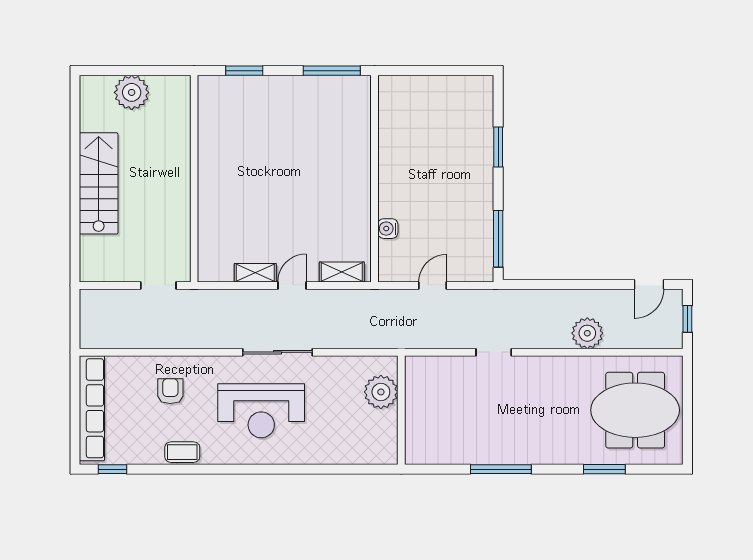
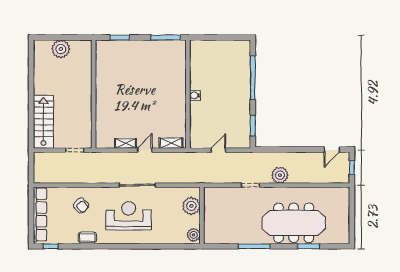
window: (498, 147) -> (253, 78), width x2.11
stairs: (99, 183) -> (43, 122), moved
water cooler: (388, 229) -> (195, 95), moved
window: (498, 239) -> (253, 126), width x0.69
plant: (587, 333) -> (280, 175), moved
armchair: (170, 391) -> (81, 205), turned 137
meeting table: (635, 410) -> (294, 223), moved, width x1.36
reception desk: (261, 411) -> (129, 216), turned 180
plant: (385, 447) -> (194, 235), added

